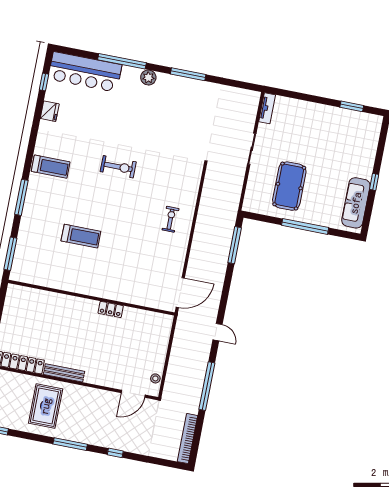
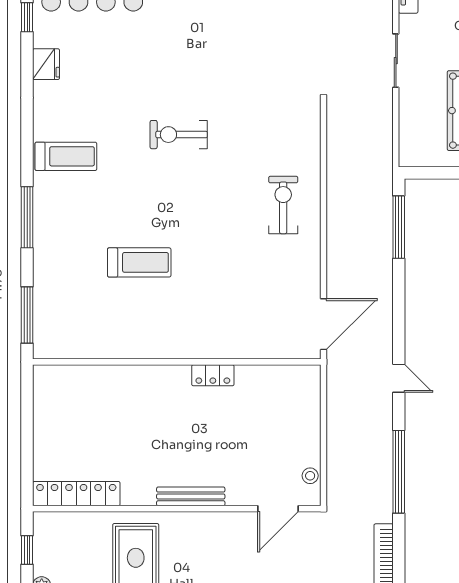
exercise bike: (118, 167) -> (179, 135), turned 180
exercise bike: (170, 219) -> (283, 205), width x1.38, depth x1.39
bench: (64, 373) -> (191, 496), moved

